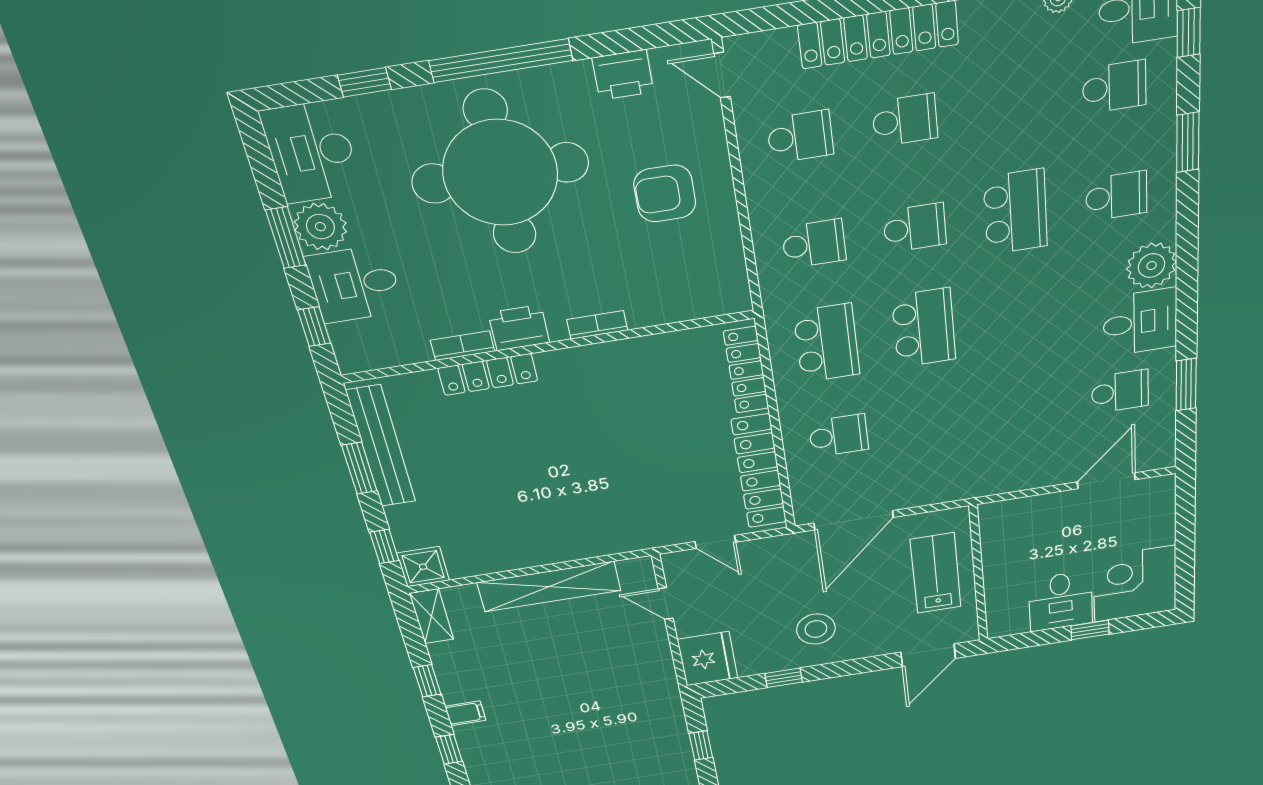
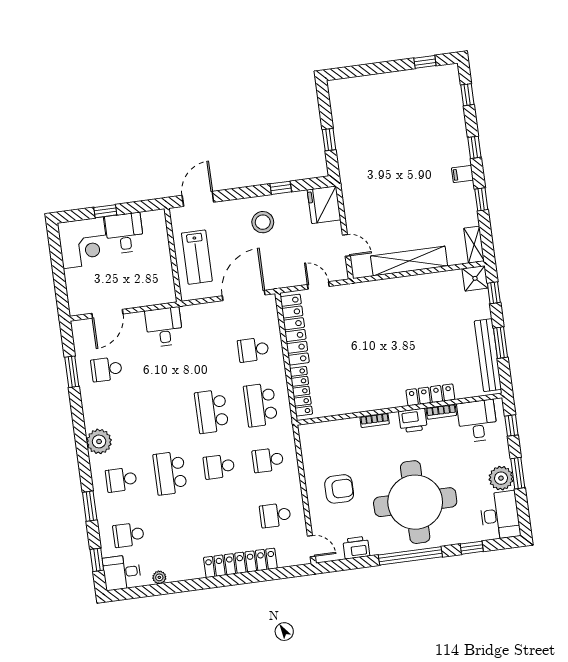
school desk: (905, 120) -> (226, 522), removed
desk: (355, 284) -> (477, 421), moved, turned -90
desk: (1140, 322) -> (164, 327), moved, turned 90

